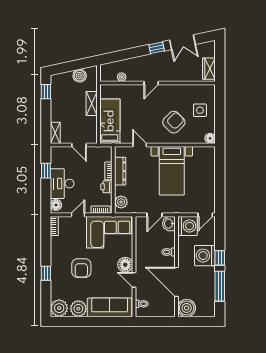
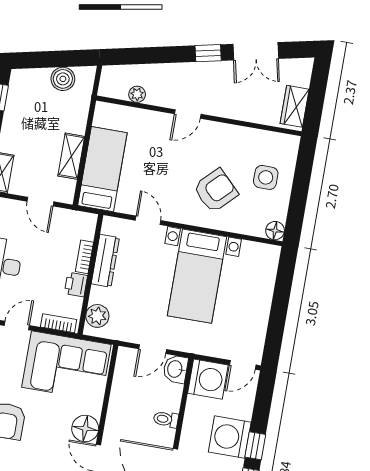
shelving: (92, 103) -> (71, 156), moved

